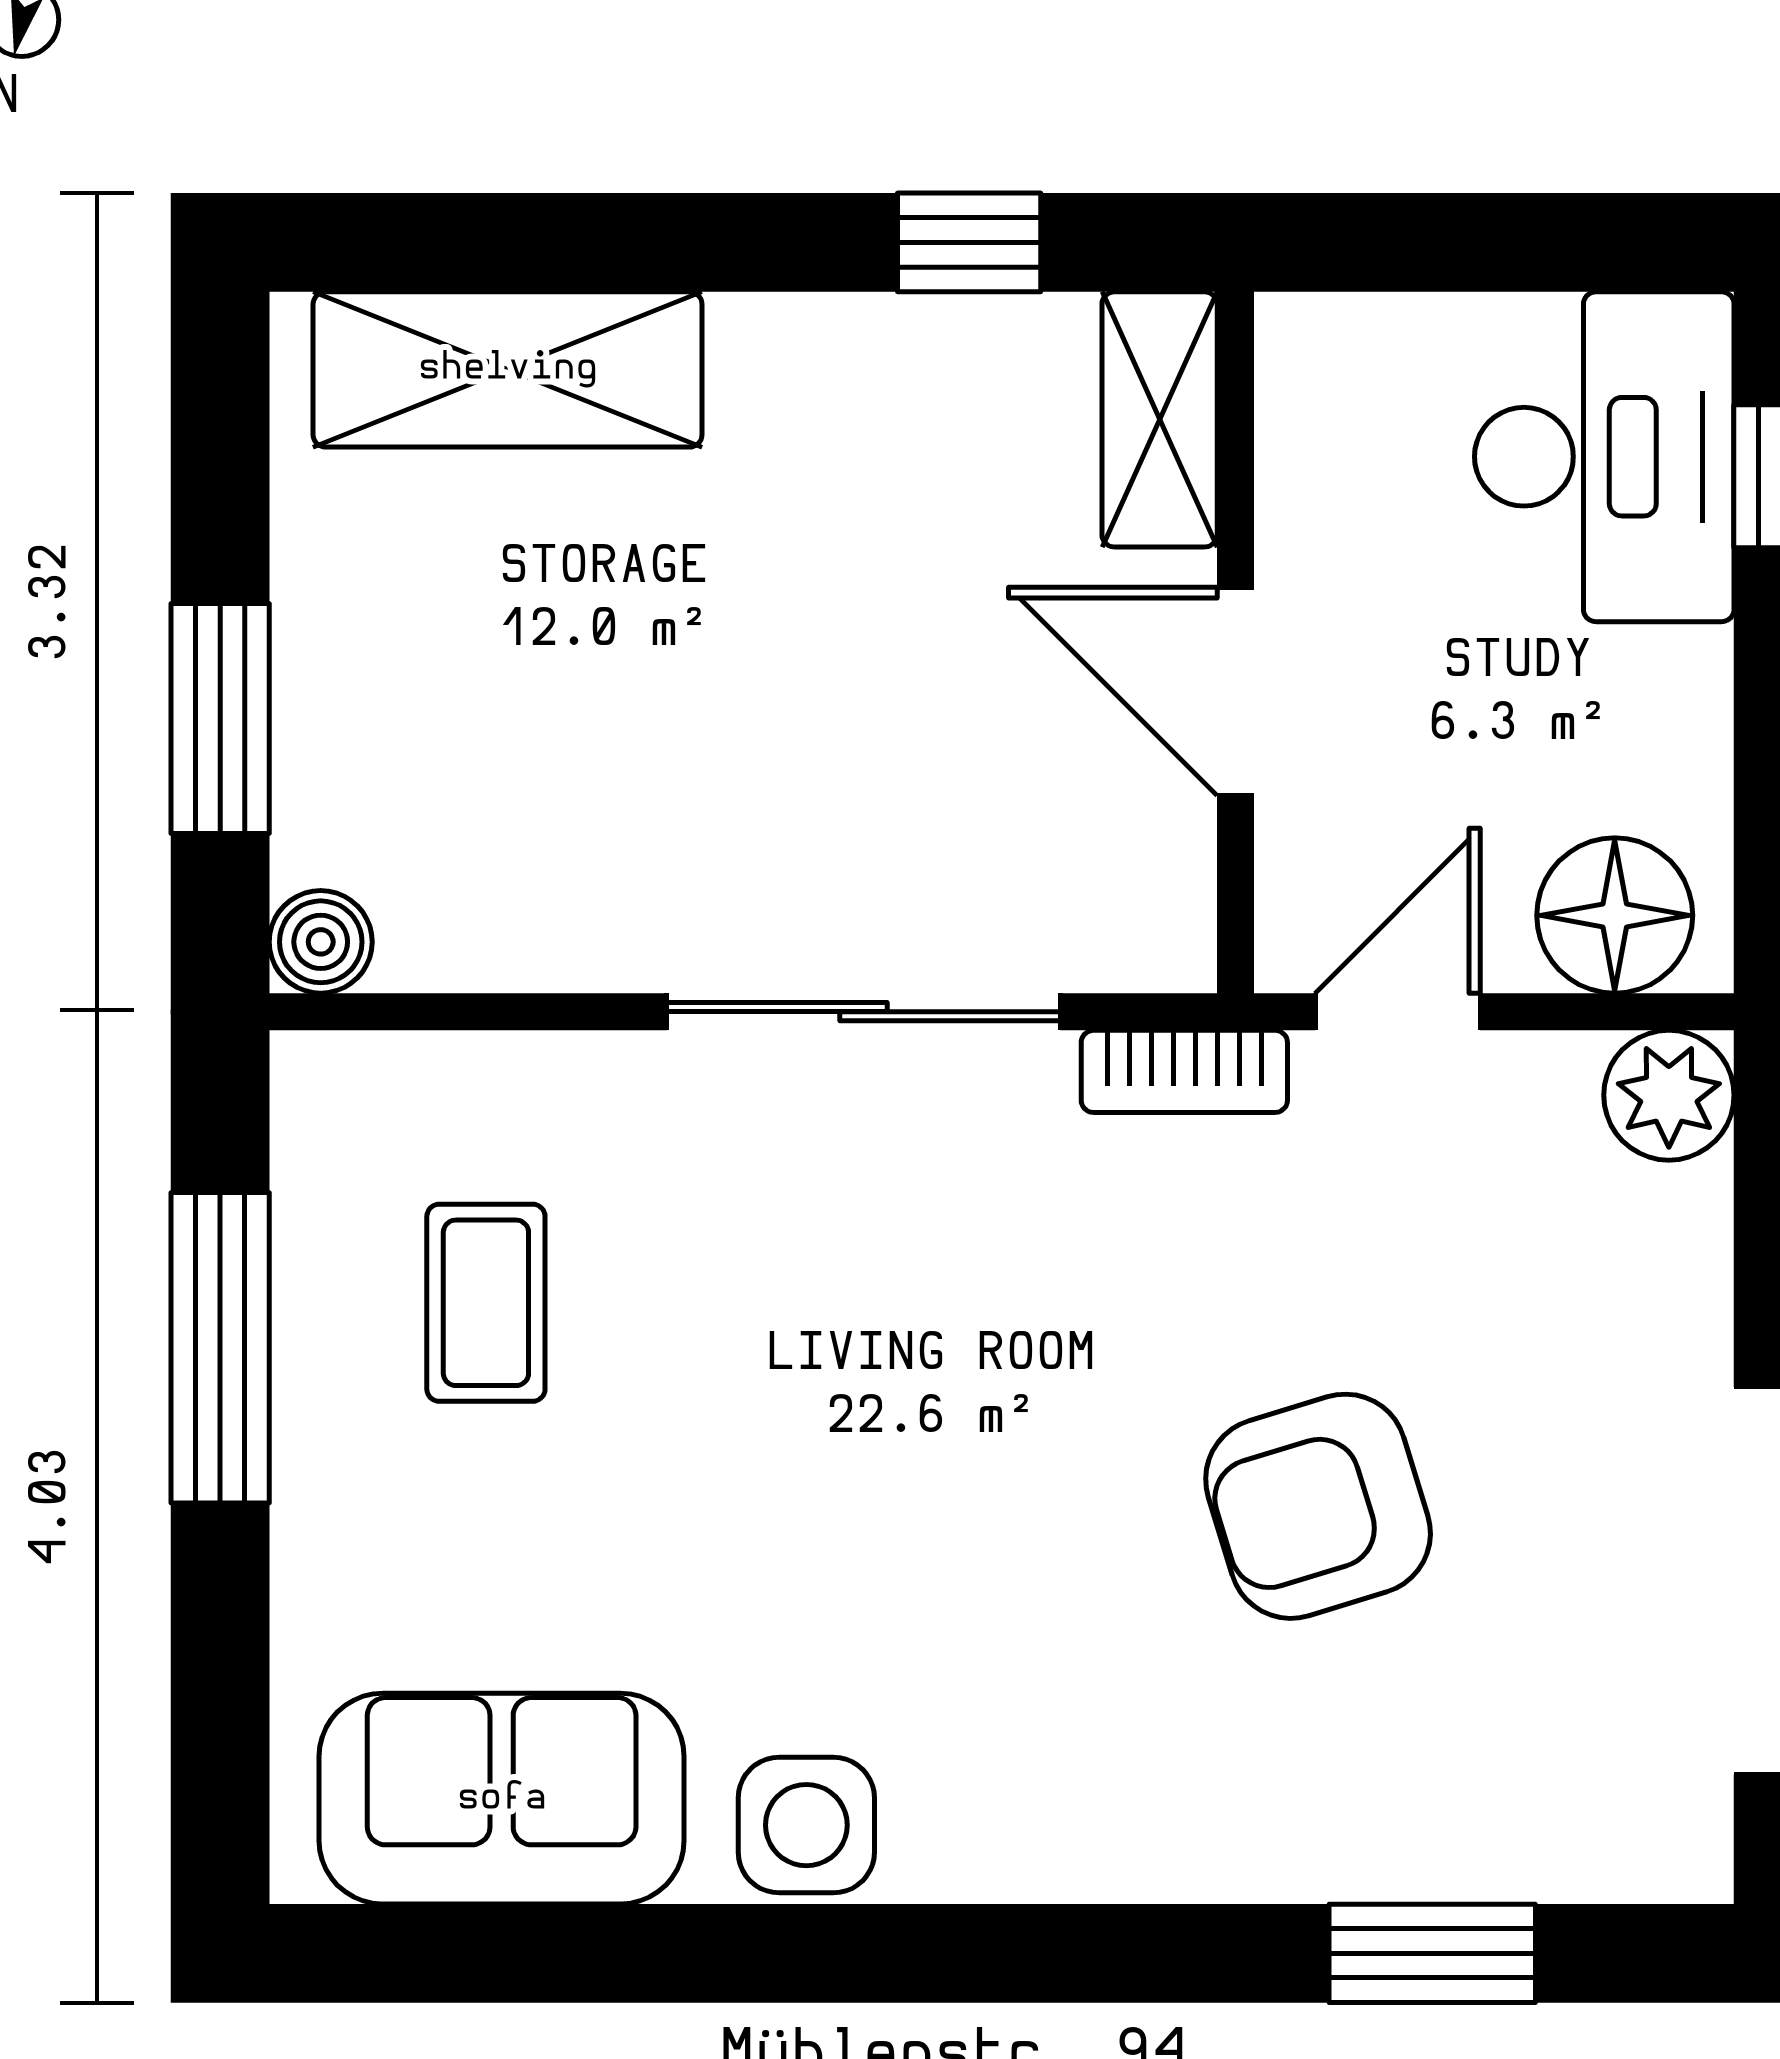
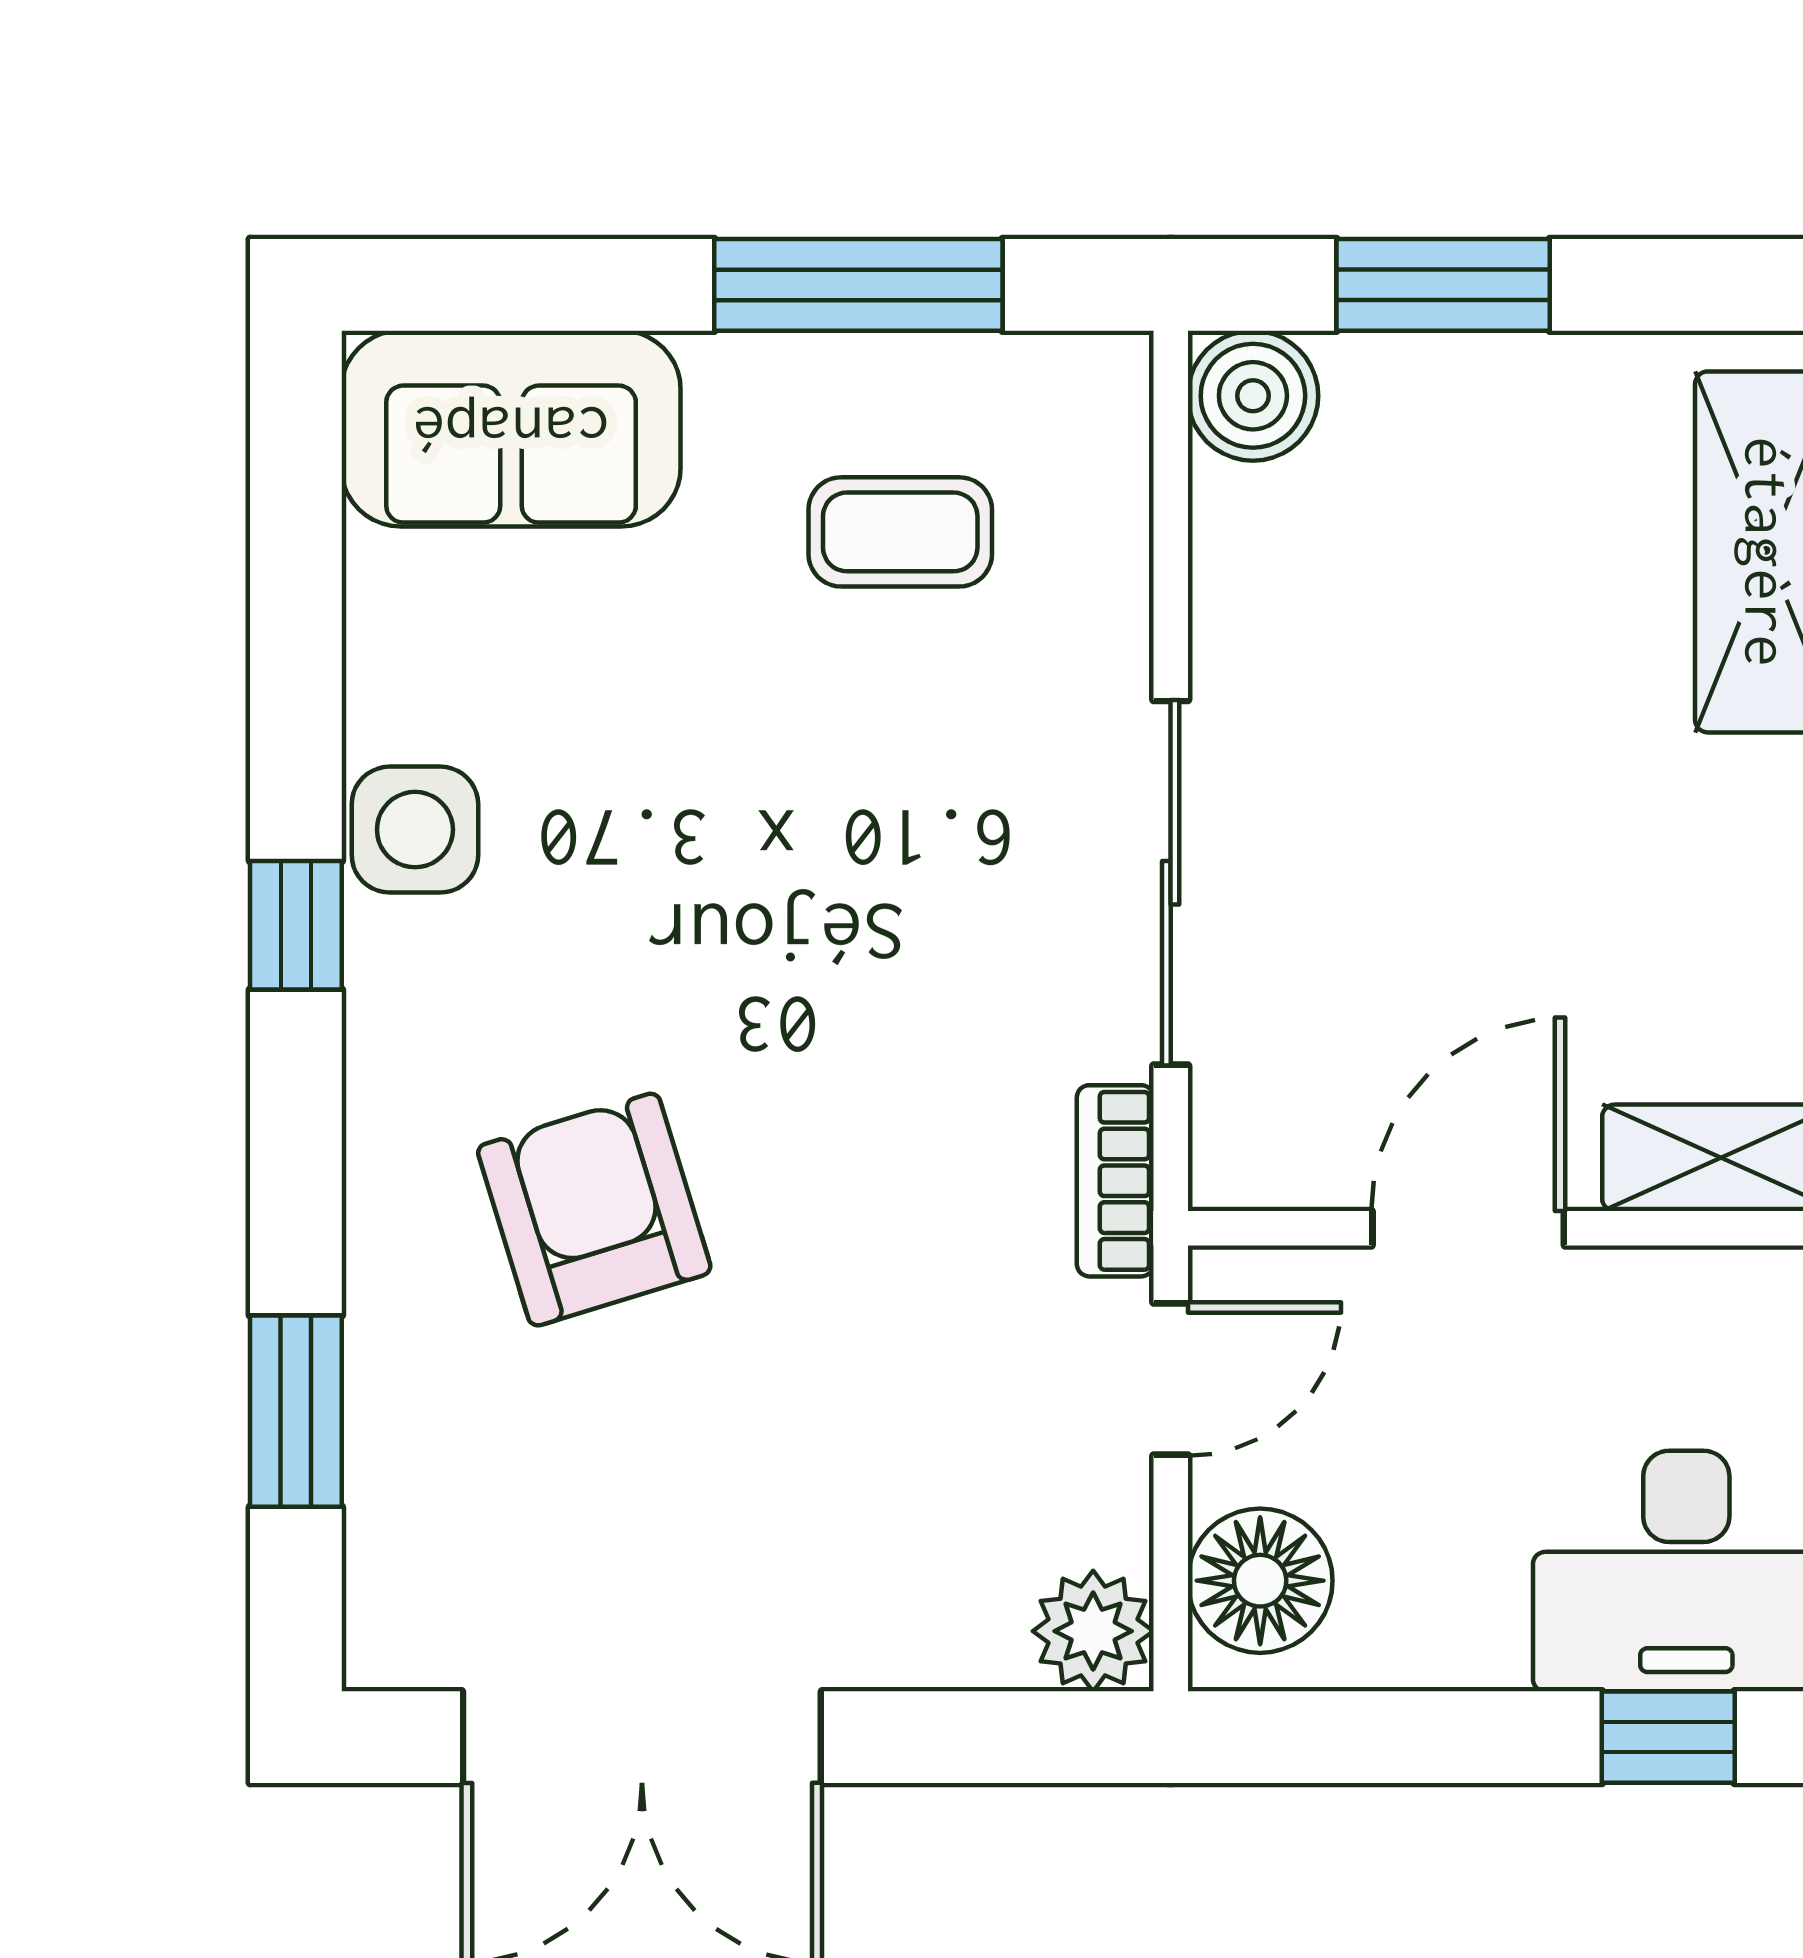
boiler: (321, 942) -> (1253, 396), width x1.36, depth x1.36
door: (1398, 1012) -> (1171, 1379), hinge flipped
armchair: (1318, 1506) -> (594, 1210), moved
sofa: (502, 1799) -> (511, 429), moved, turned 90
window: (909, 1953) -> (296, 925), added

